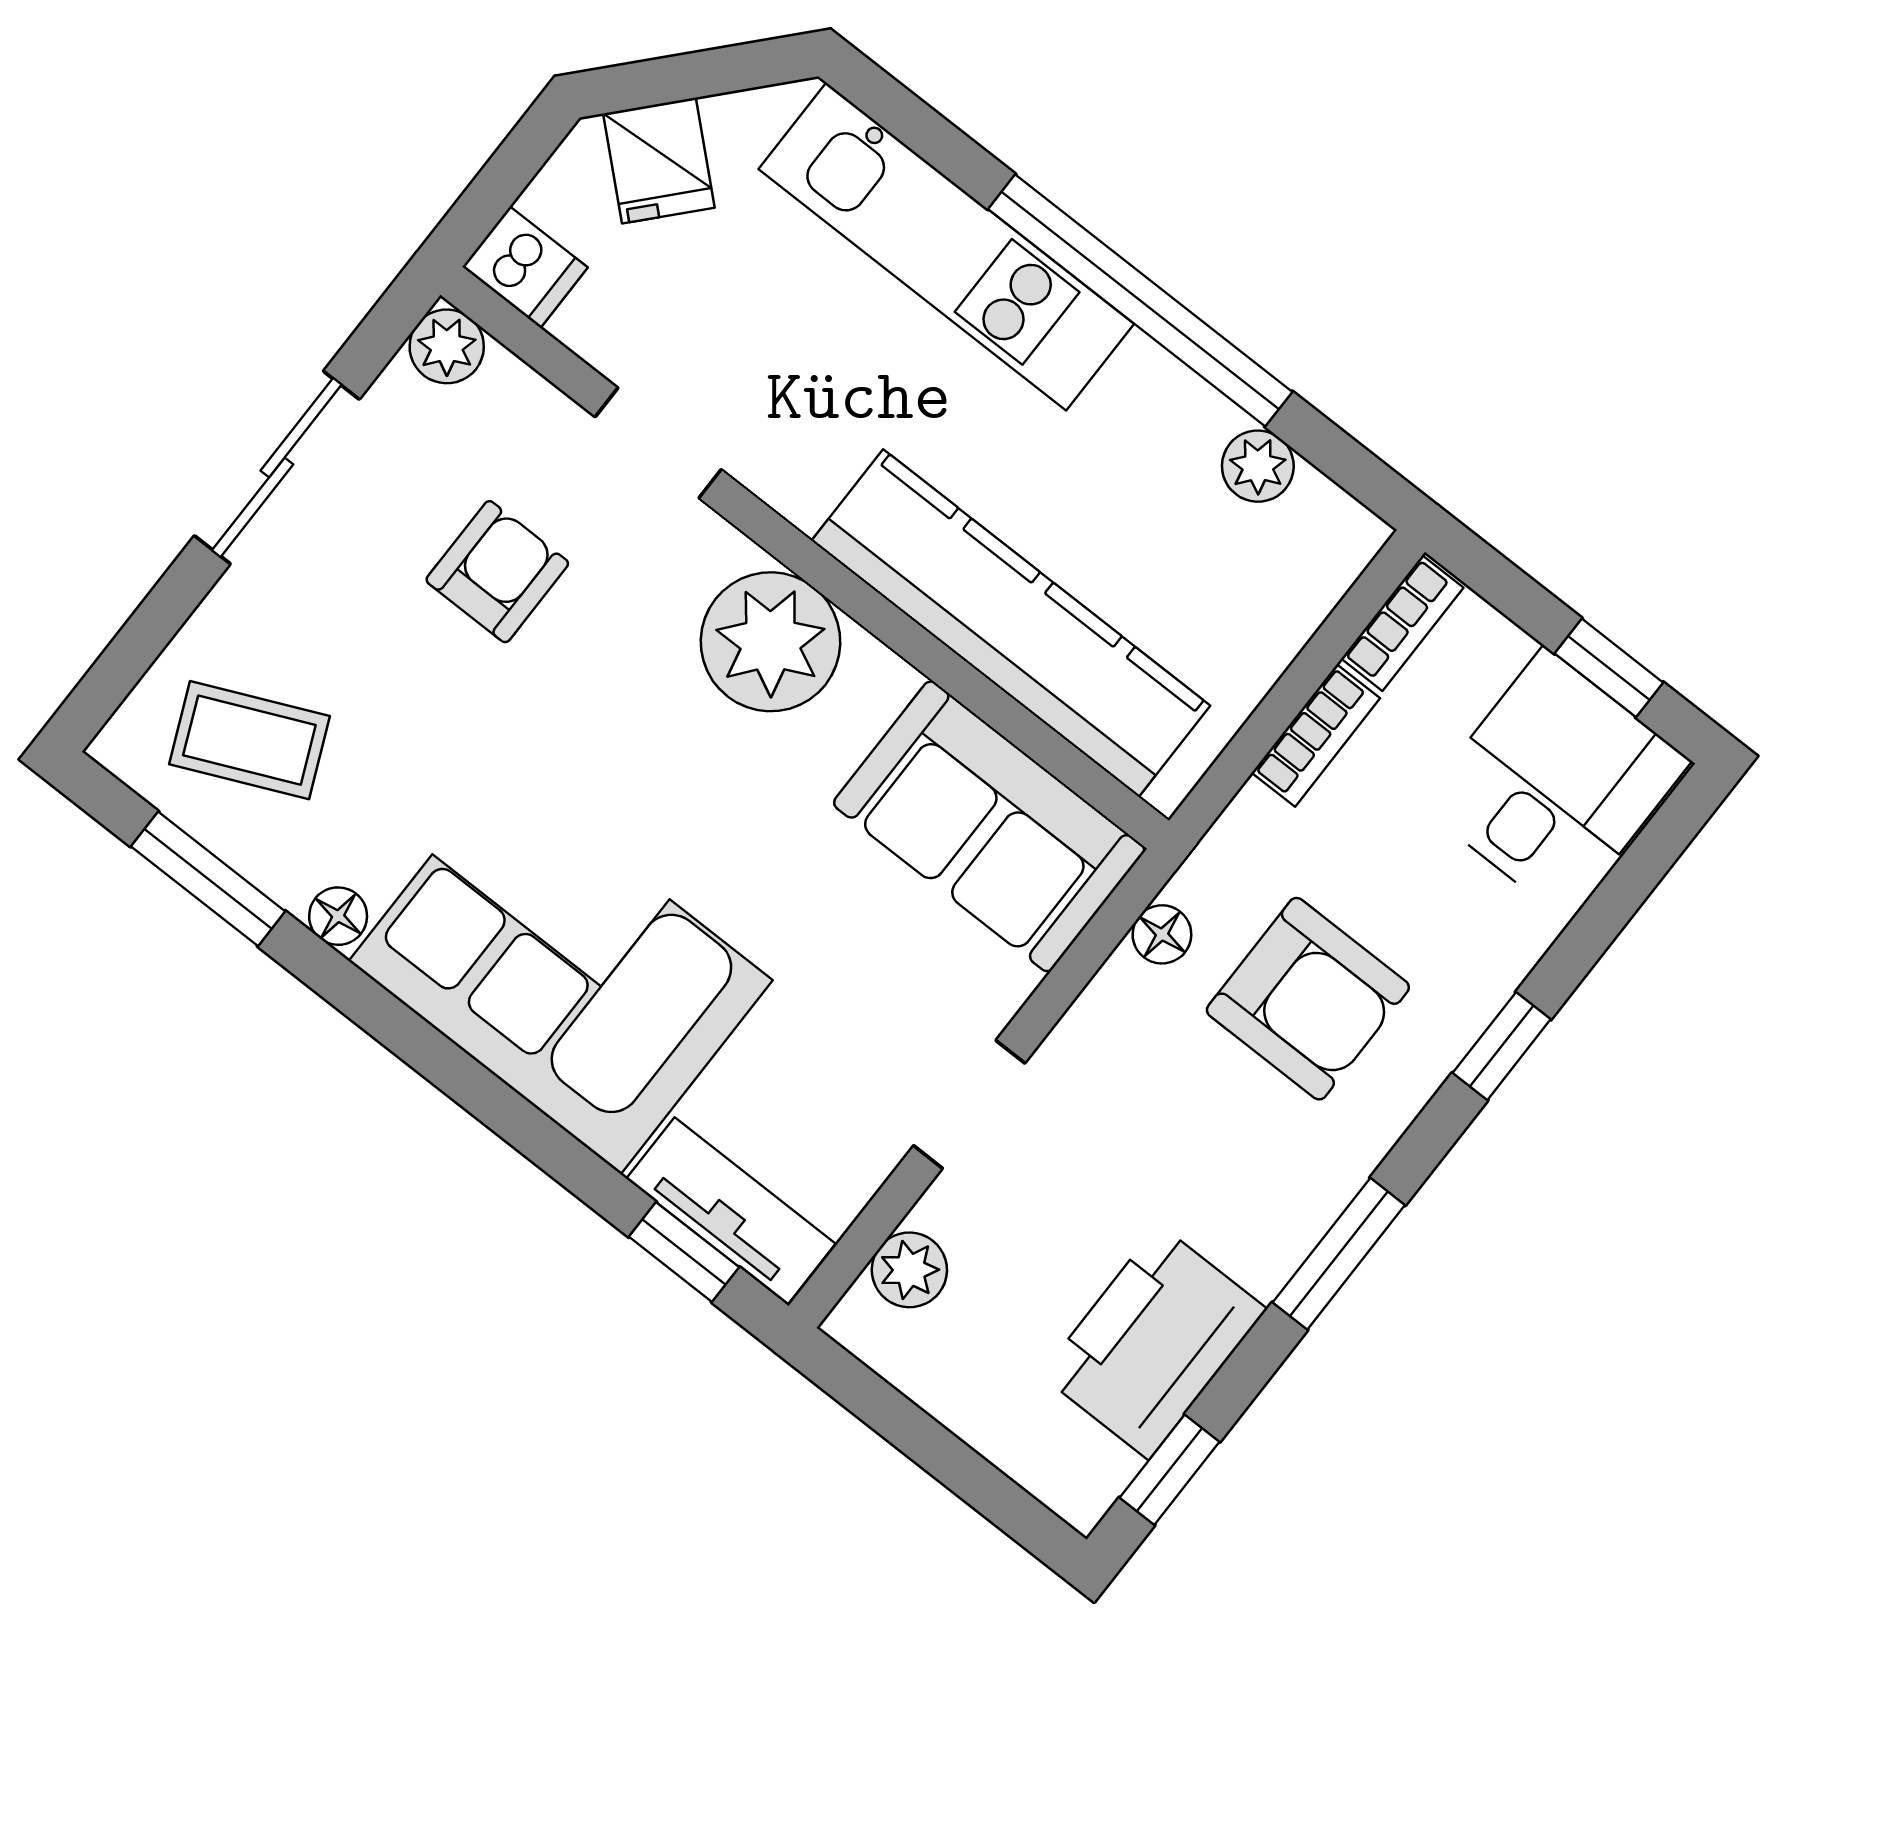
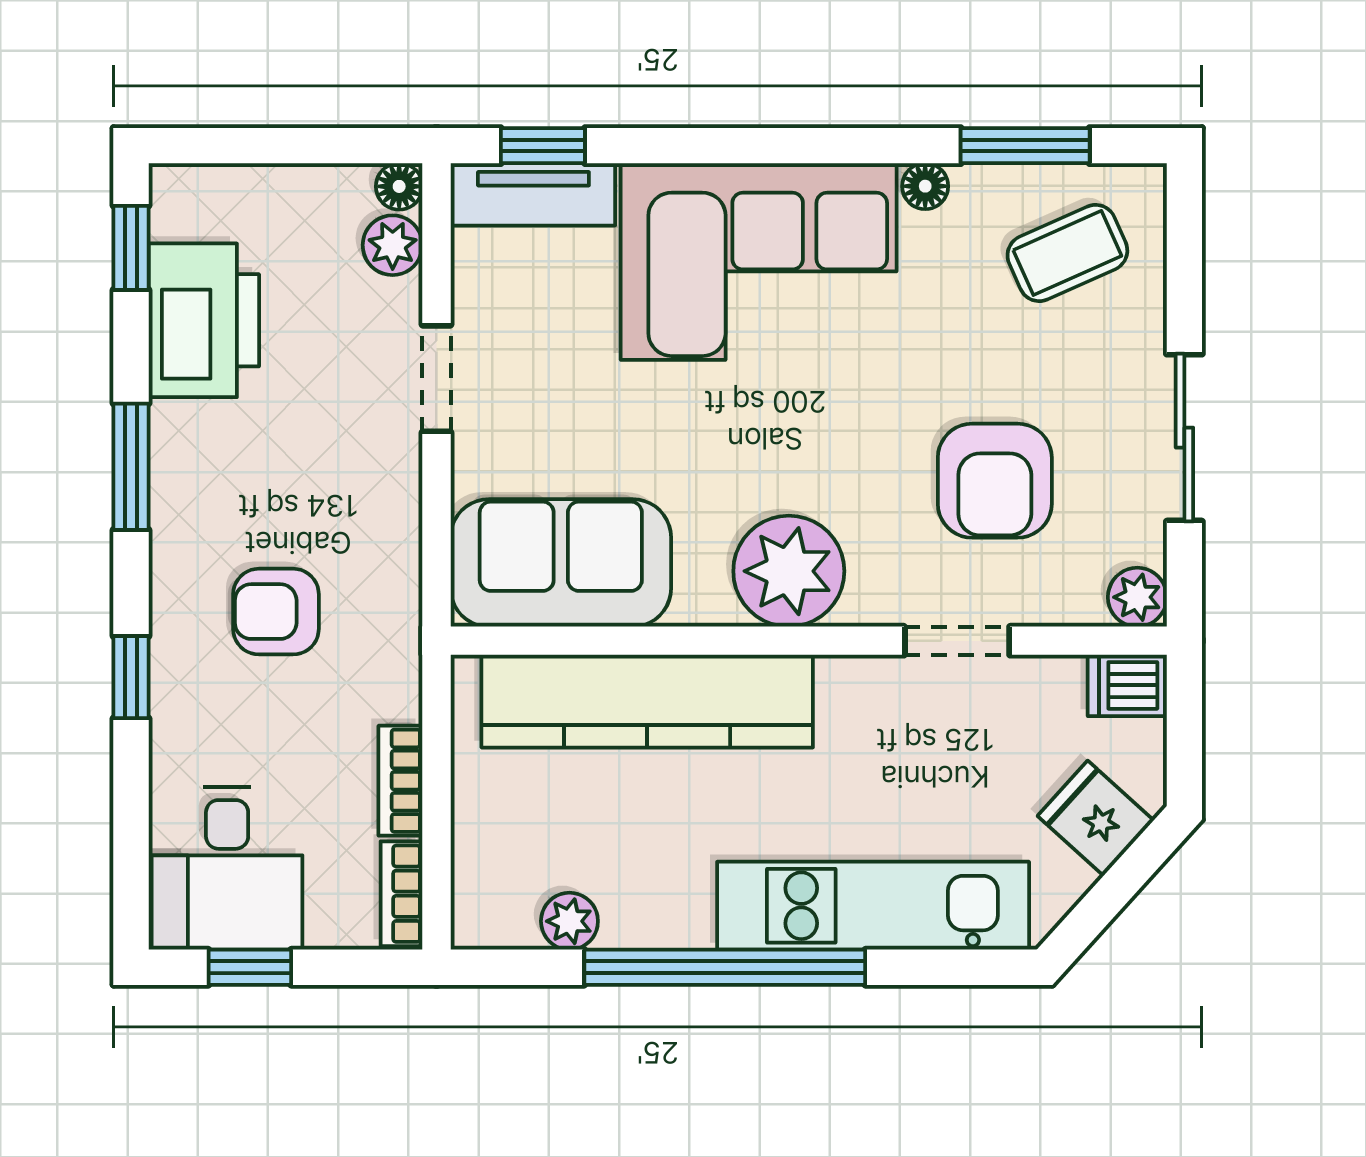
armchair: (497, 572) -> (995, 481), width x1.38, depth x1.38
floor lamp: (1162, 934) -> (399, 186), moved
armchair: (1308, 999) -> (276, 612), width x0.72, depth x0.72

